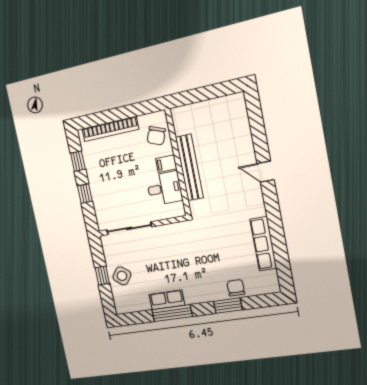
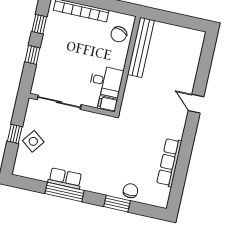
filing cabinet: (166, 164) -> (107, 104), moved
bench: (189, 167) -> (141, 47), moved

